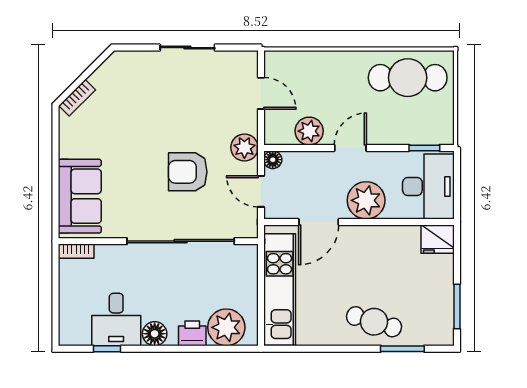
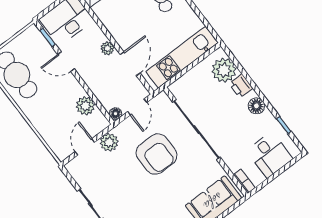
plant: (244, 148) -> (109, 142), moved
door: (350, 148) -> (66, 62), moved
armchair: (188, 172) -> (156, 154), width x1.36, depth x1.36
plant: (366, 200) -> (107, 48), width x0.53, depth x0.53
door: (319, 222) -> (130, 64), hinge flipped
desk: (116, 319) -> (270, 155), moved, turned 90

